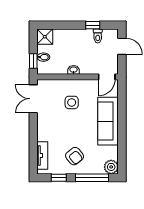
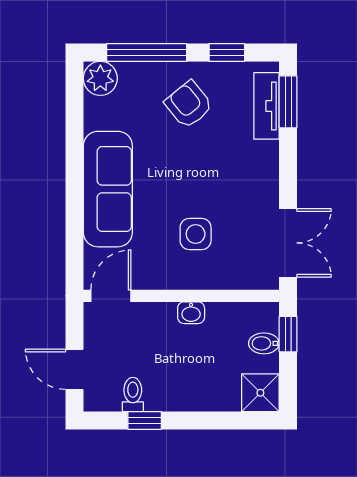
window: (33, 157) -> (288, 102), added

